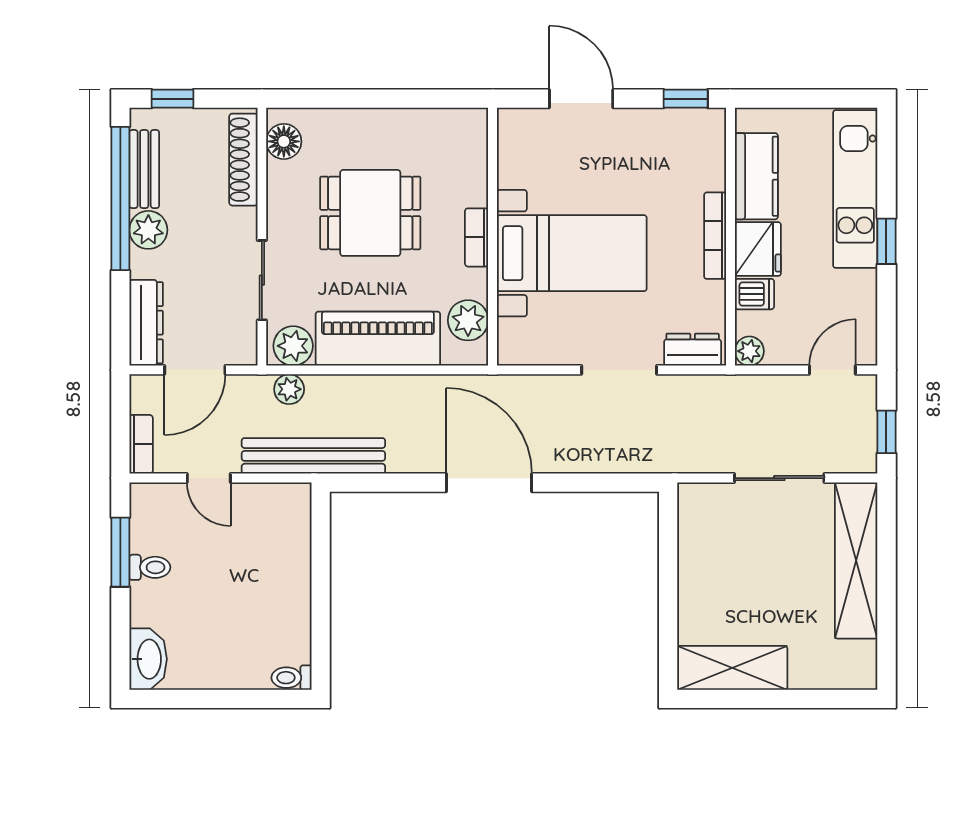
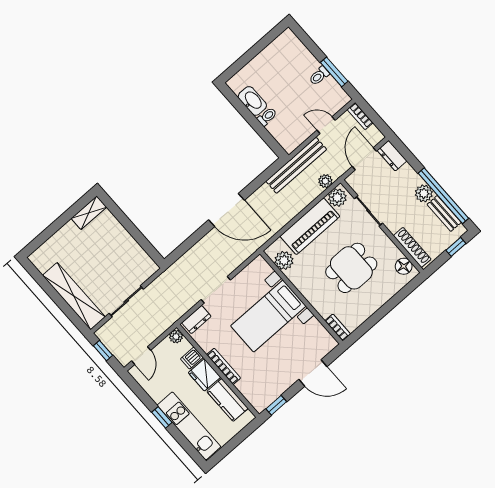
bookcase: (477, 237) -> (338, 327), moved
dresser: (146, 323) -> (392, 156), width x0.70
washbasin: (148, 659) -> (252, 101), moved, turned 180
shelving: (732, 668) -> (89, 213), width x0.67, depth x0.75
toilet: (292, 678) -> (267, 117), moved

